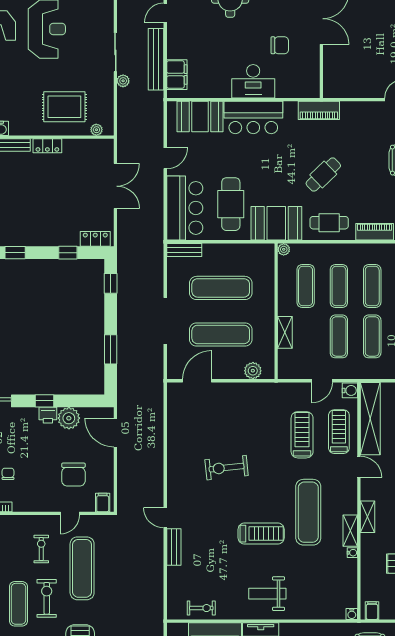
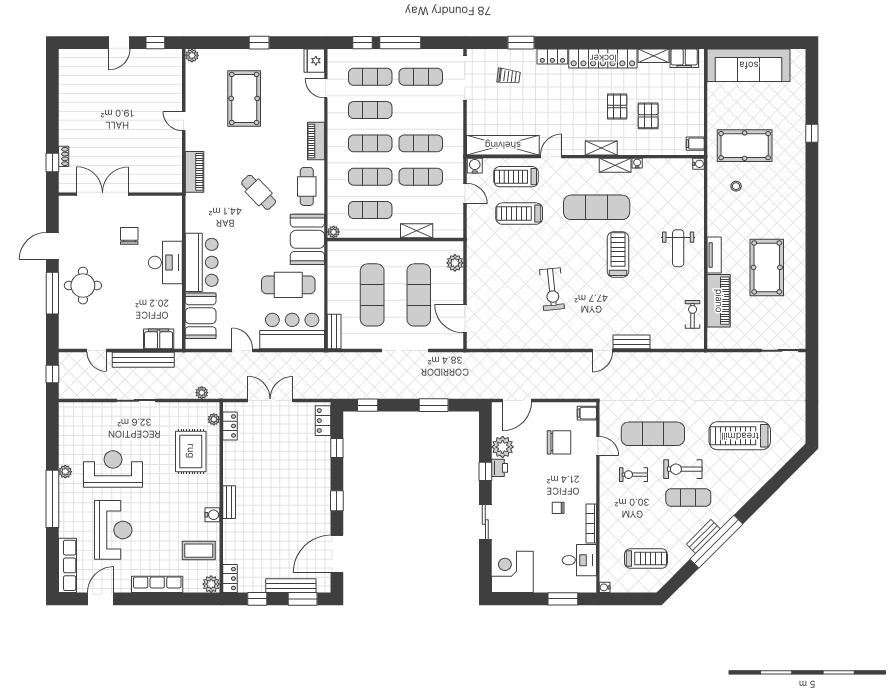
plant: (123, 81) -> (202, 393), moved
piano: (319, 110) -> (194, 172), moved
locker: (47, 146) -> (230, 426), moved

